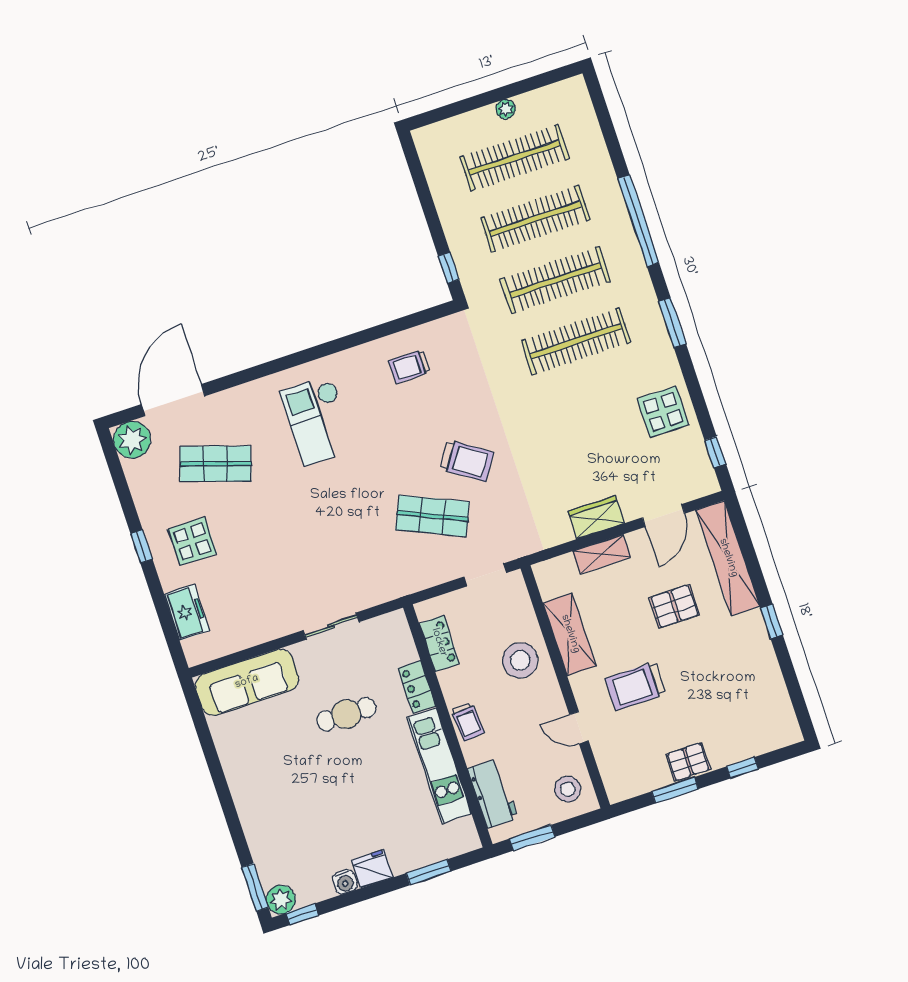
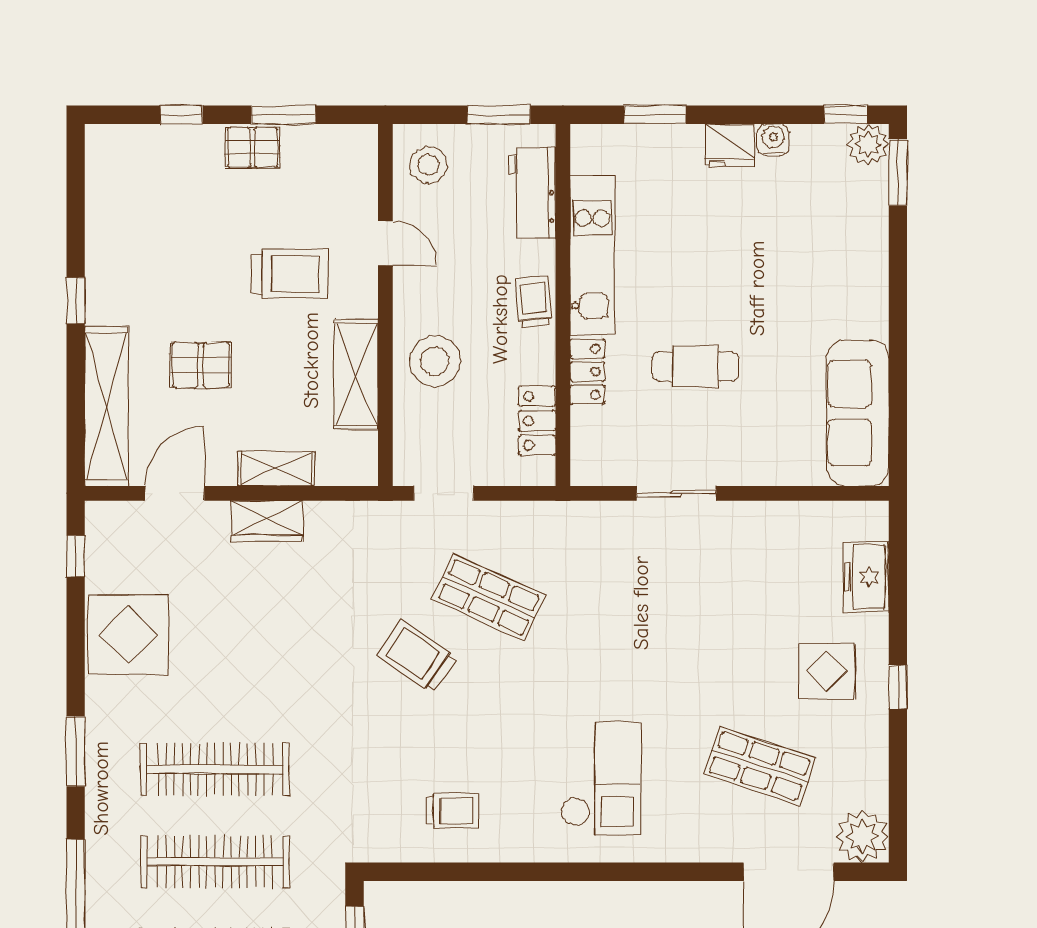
display table: (663, 412) -> (128, 635), width x1.36, depth x1.36
sofa: (247, 682) -> (858, 413), moved, turned -90

